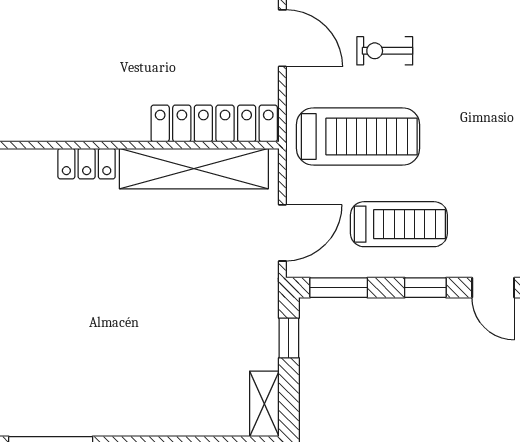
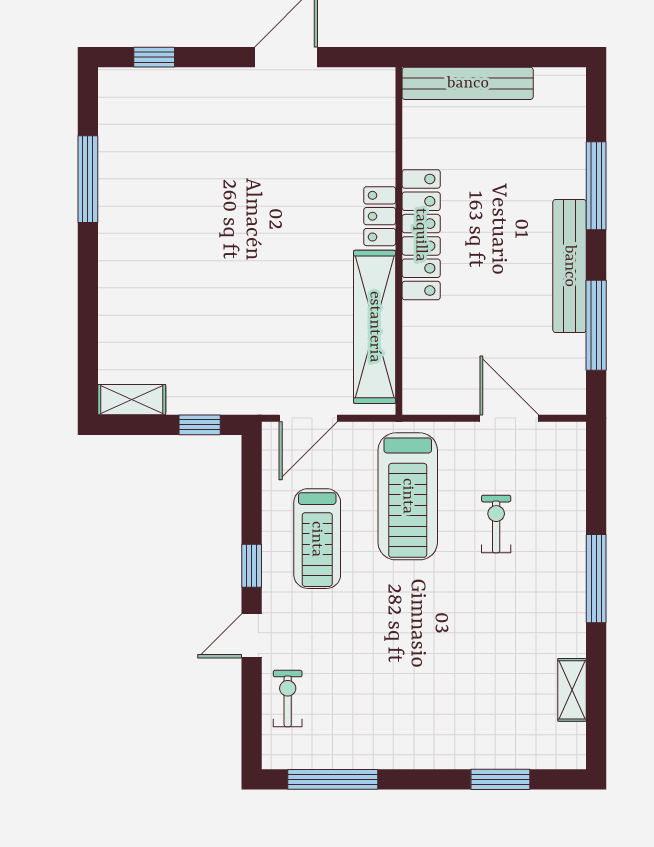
door: (282, 38) -> (509, 418), swing flipped
locker: (214, 123) -> (421, 235), moved
door: (282, 233) -> (308, 418), hinge flipped
window: (339, 288) -> (252, 476), removed

